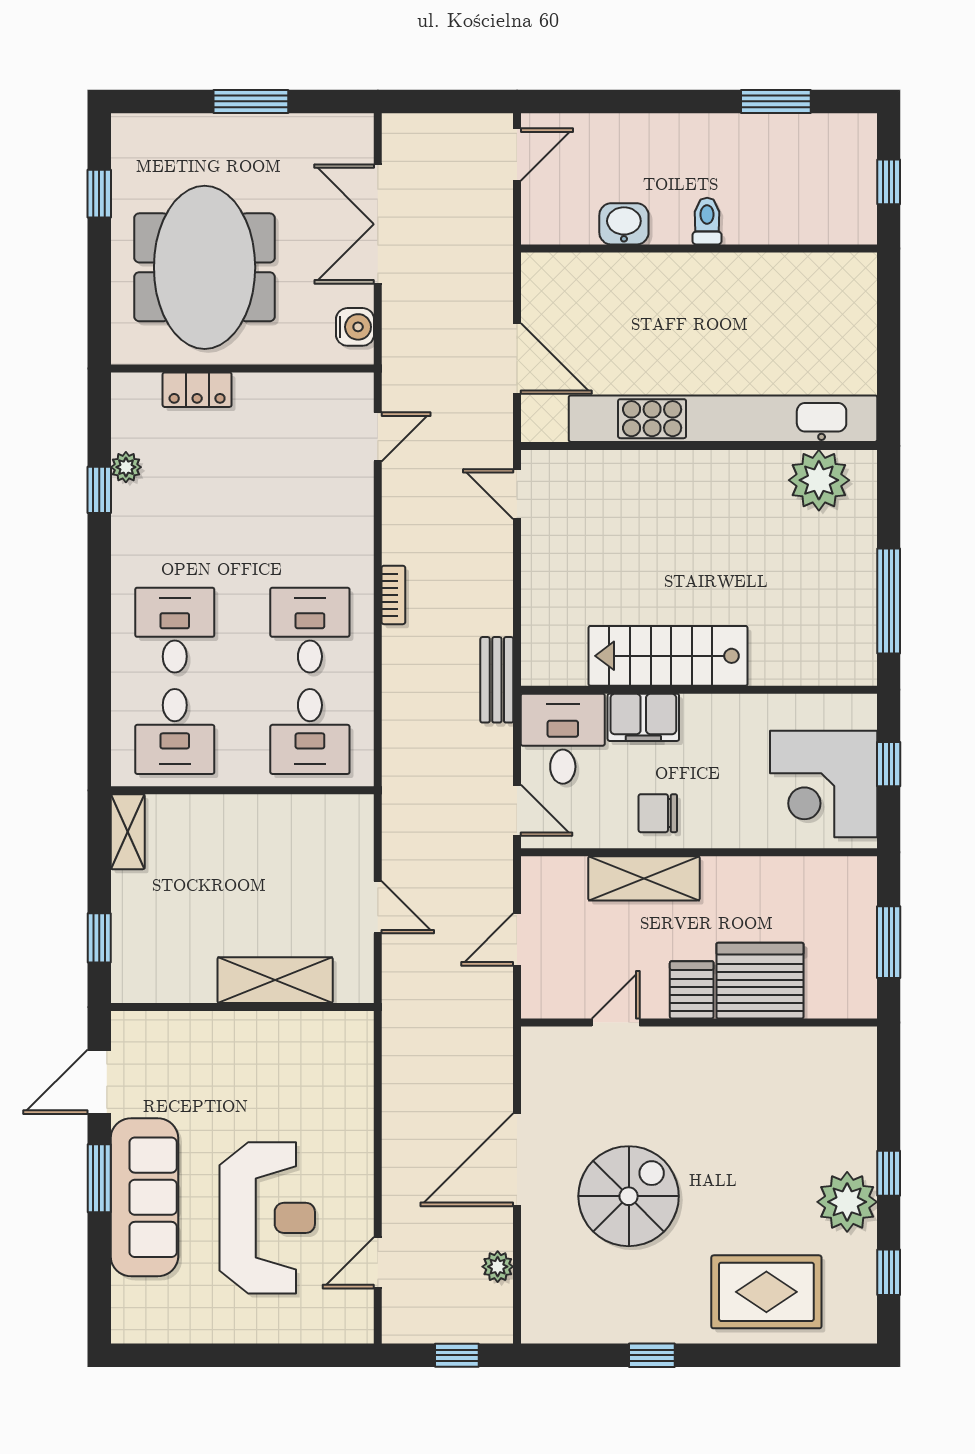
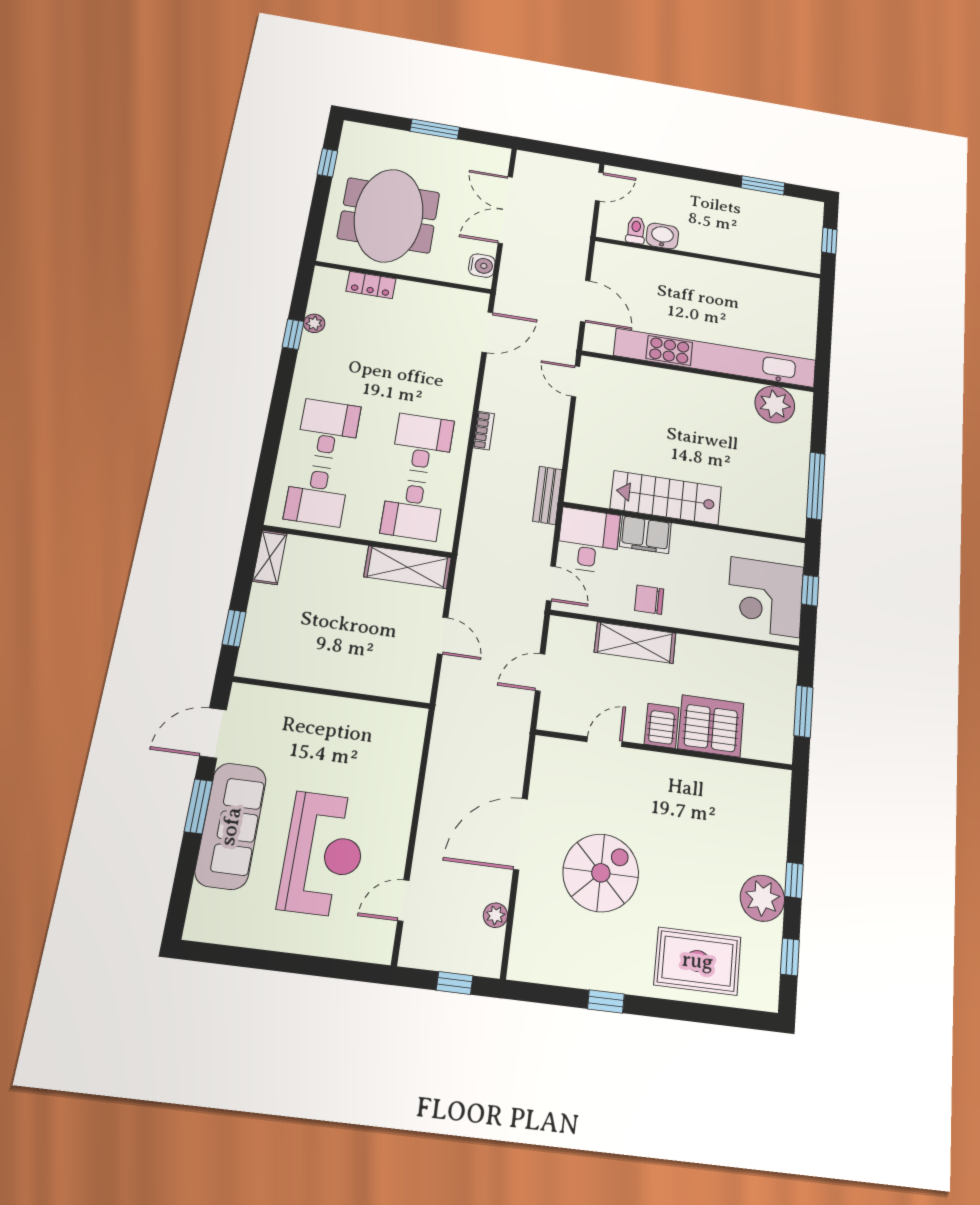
toilet: (707, 221) -> (636, 230), moved
door: (378, 437) -> (487, 332), width x1.38
shelving: (275, 980) -> (408, 567), moved

